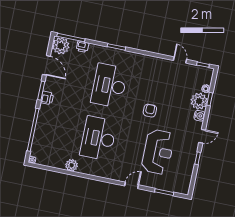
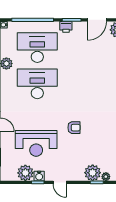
desk: (109, 86) -> (37, 48), moved
water cooler: (199, 116) -> (39, 176), moved
plant: (185, 169) -> (25, 173), added

